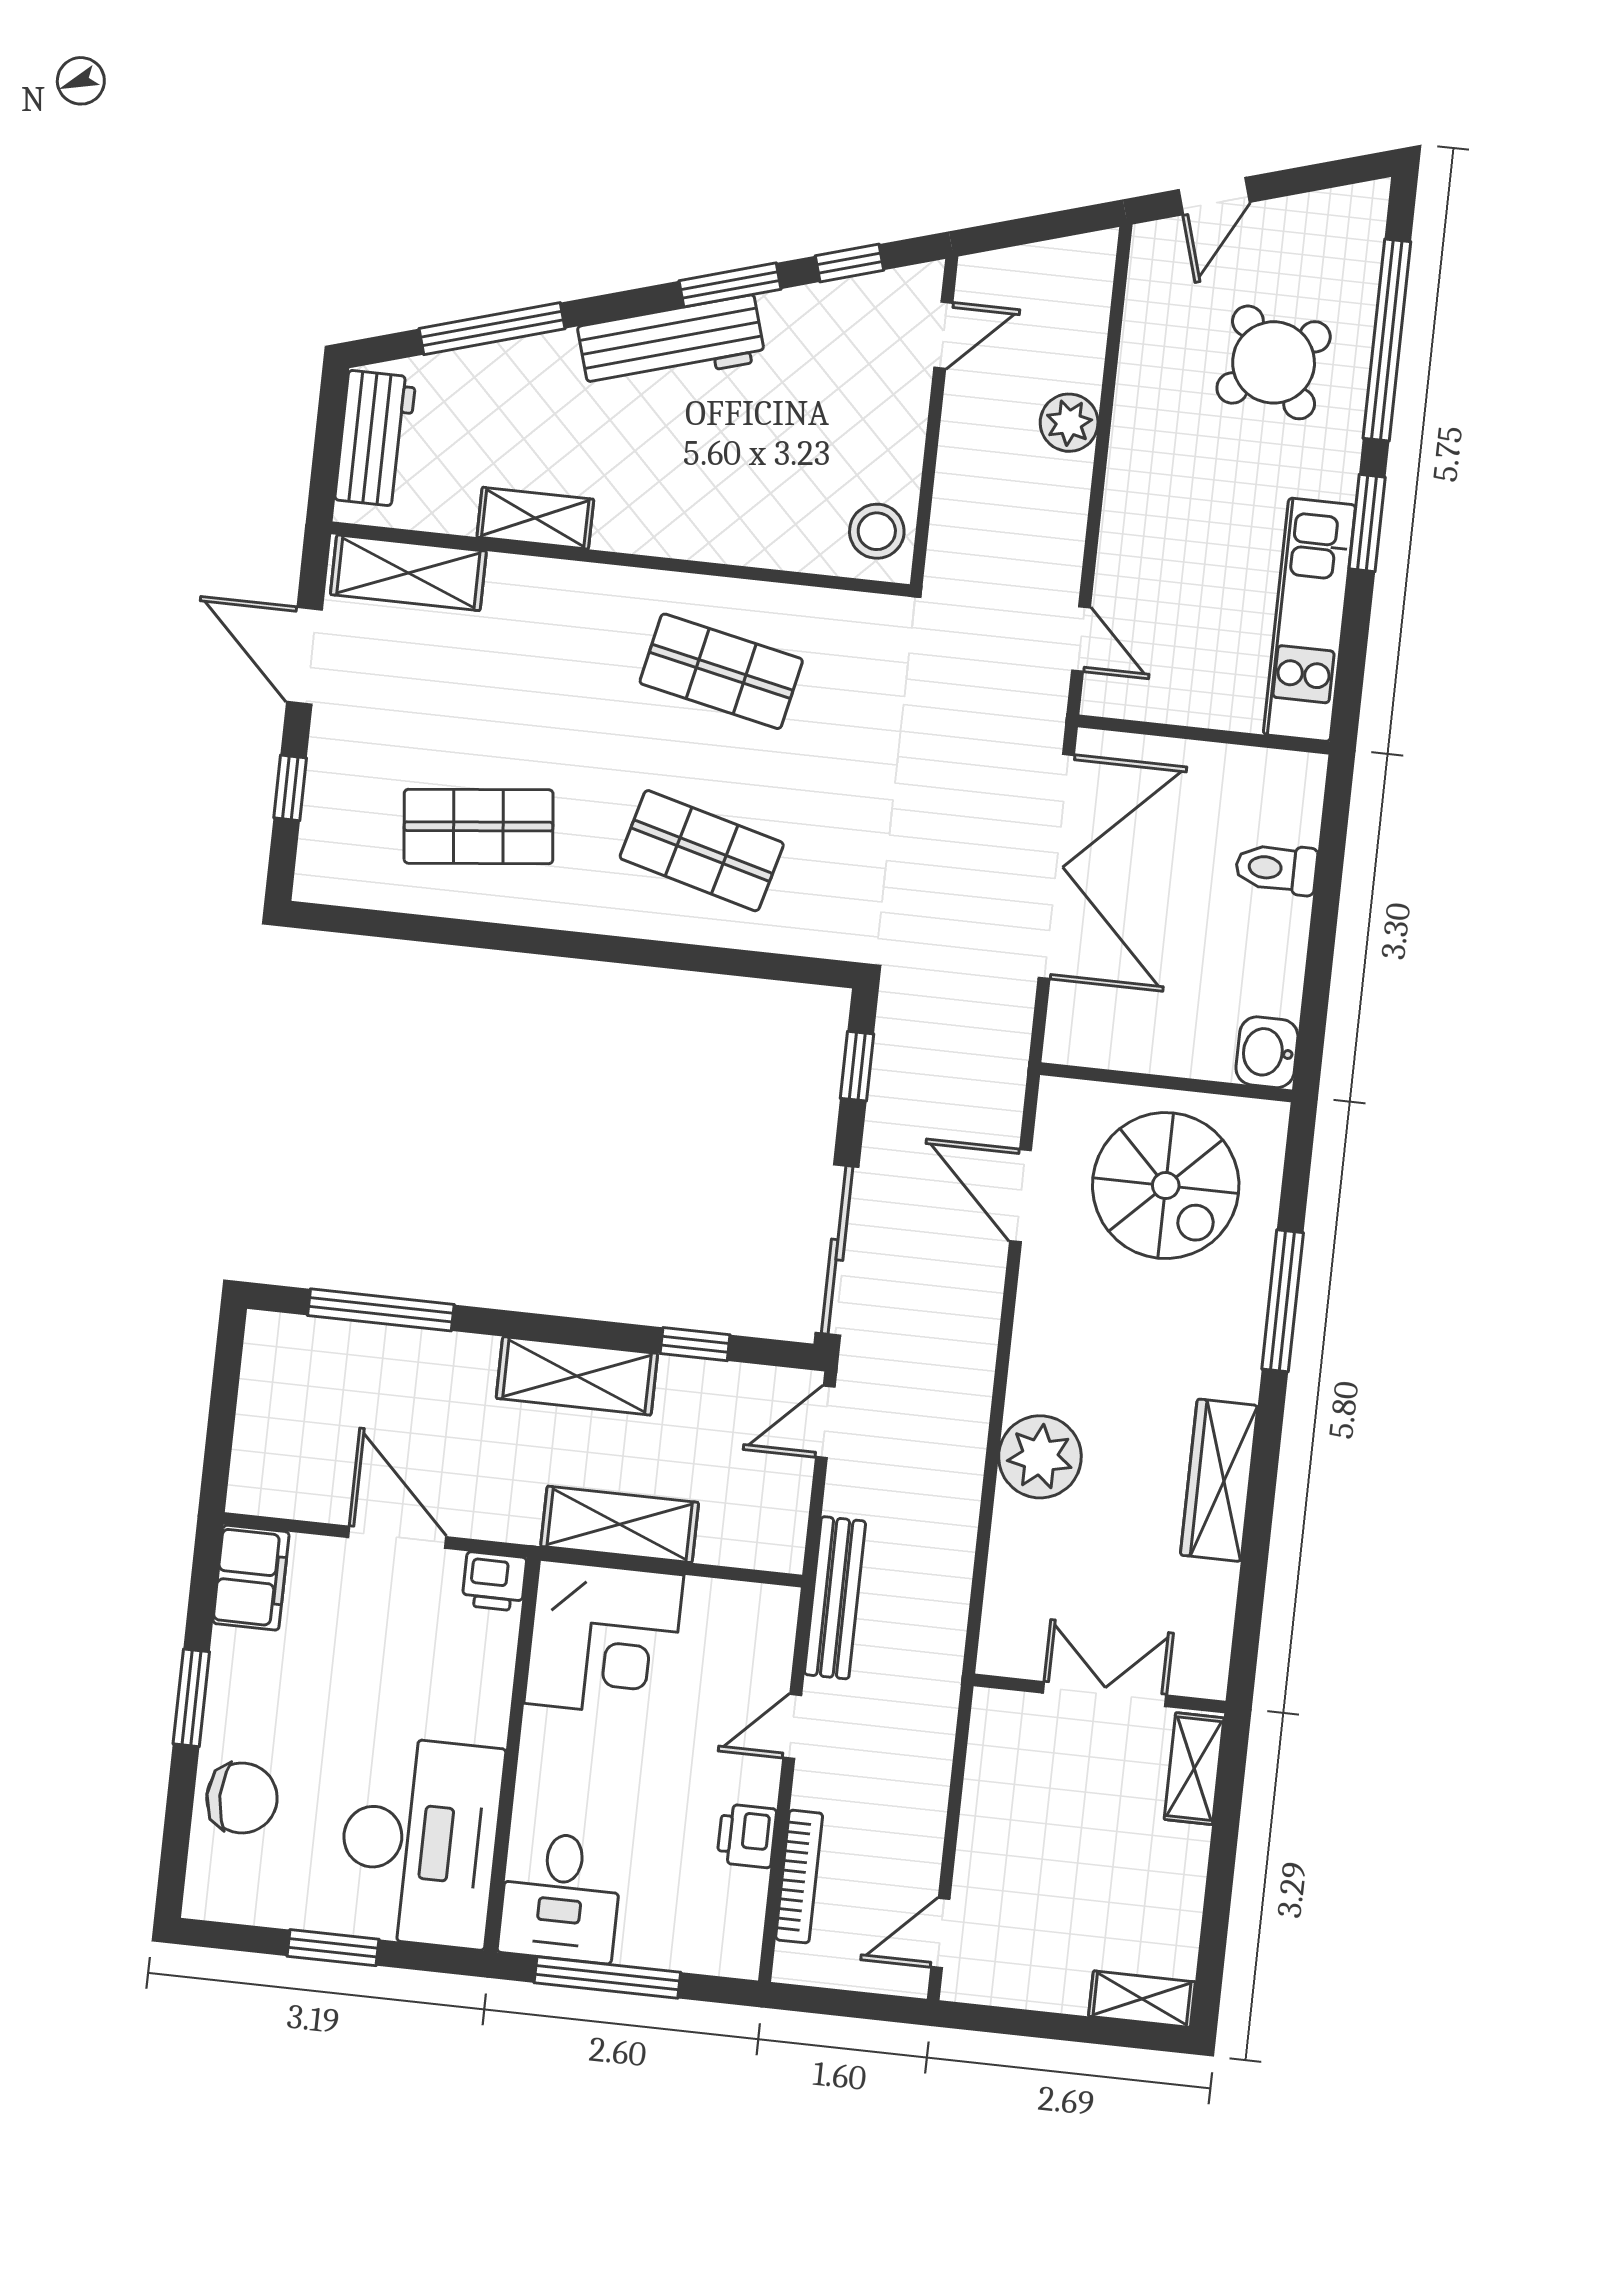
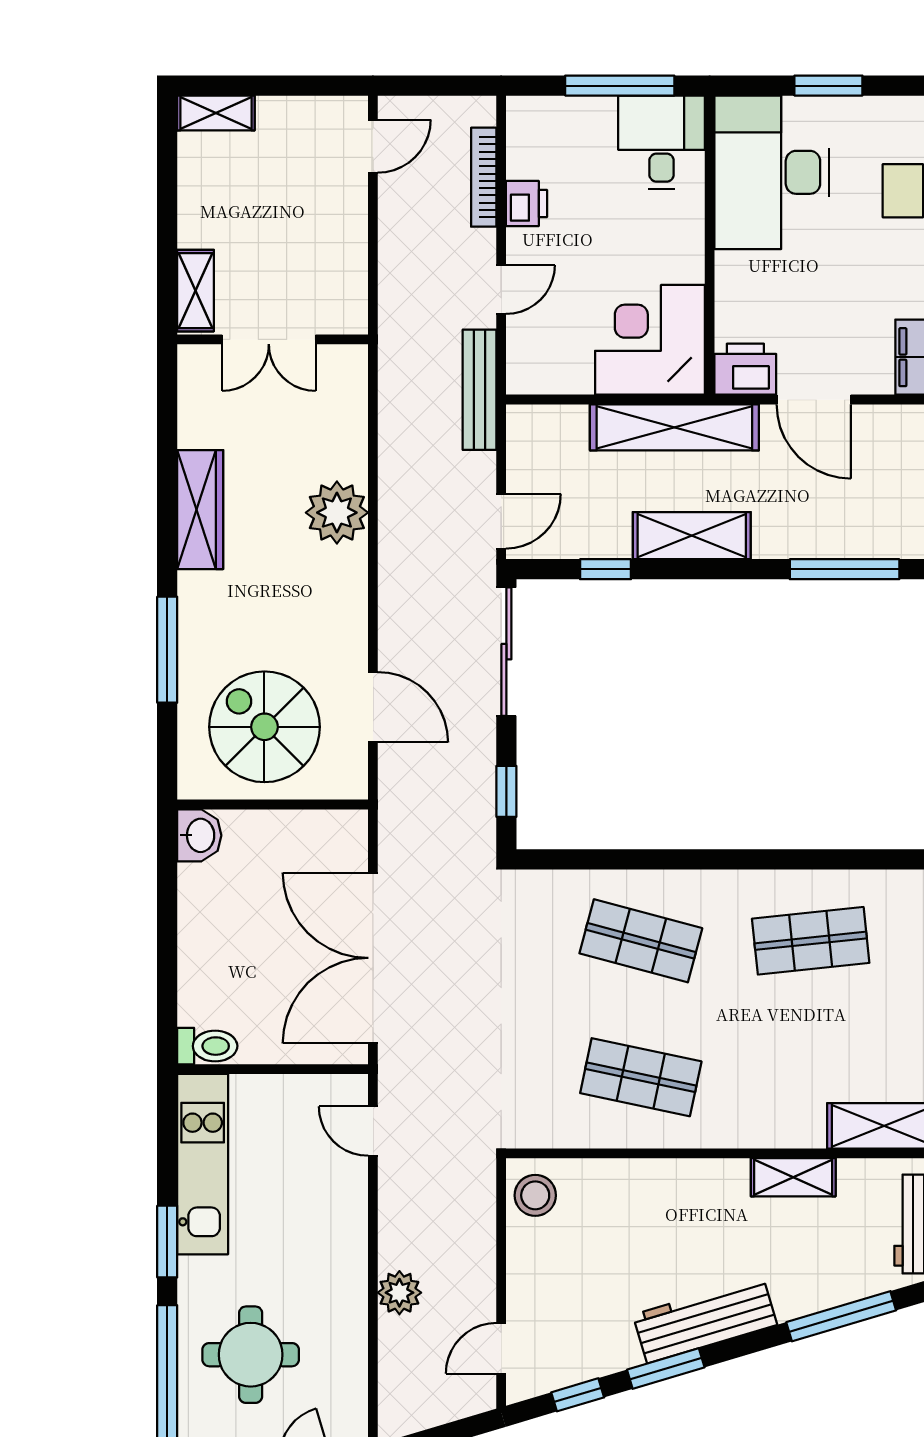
round table: (1274, 362) -> (251, 1355), turned 38
toilet: (1276, 869) -> (207, 1046), moved
shelving: (620, 1524) -> (674, 427), width x1.47
printer: (494, 1582) -> (745, 369), width x1.36, depth x1.24

